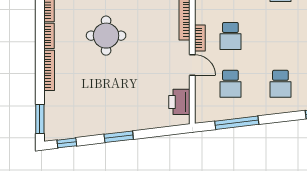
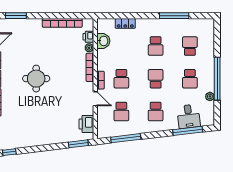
school desk: (280, 36) -> (156, 79), added
window: (119, 137) -> (78, 144), moved

